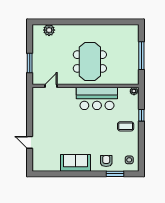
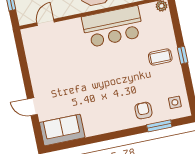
window: (141, 115) -> (183, 55), moved
sofa: (76, 163) -> (62, 130), moved

